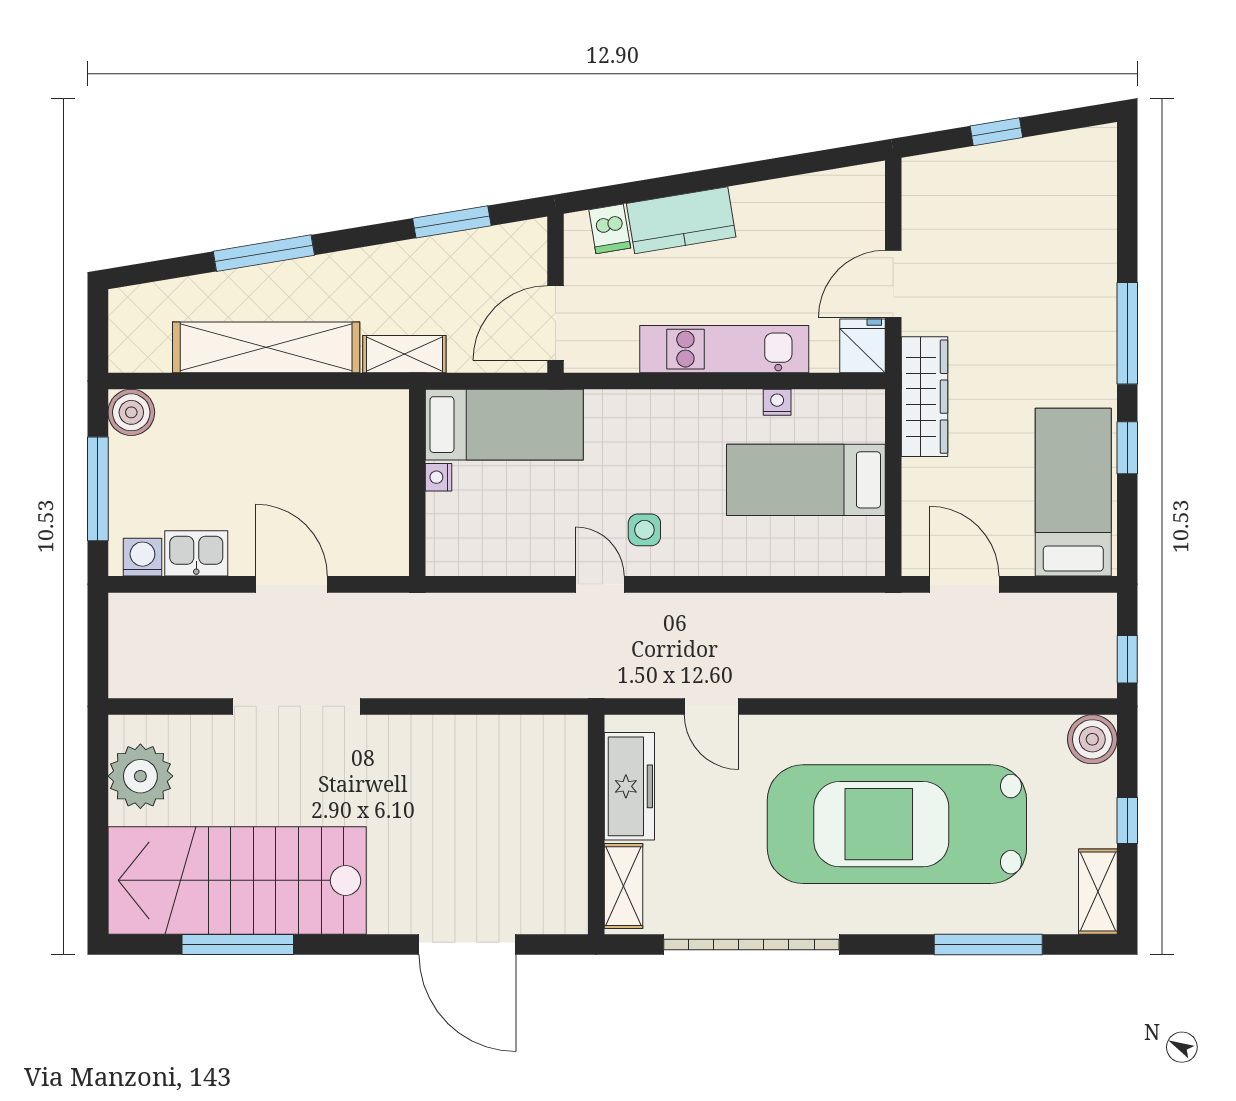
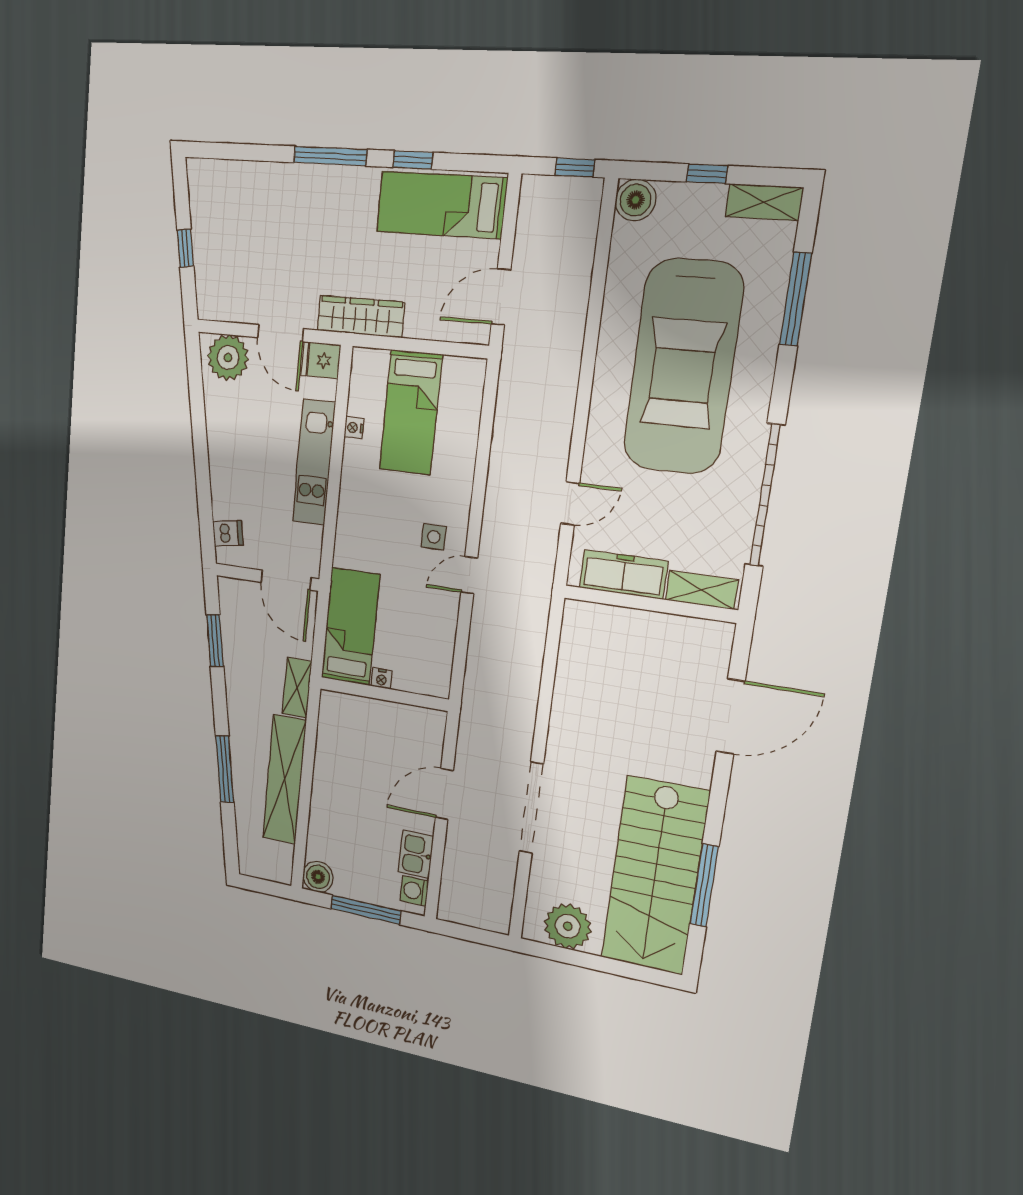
plant: (854, 209) -> (228, 358), added
kitchen counter: (681, 220) -> (226, 482), removed

